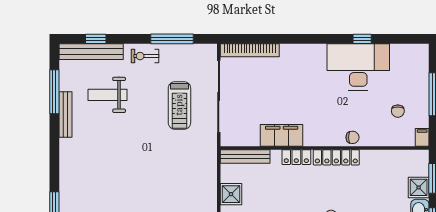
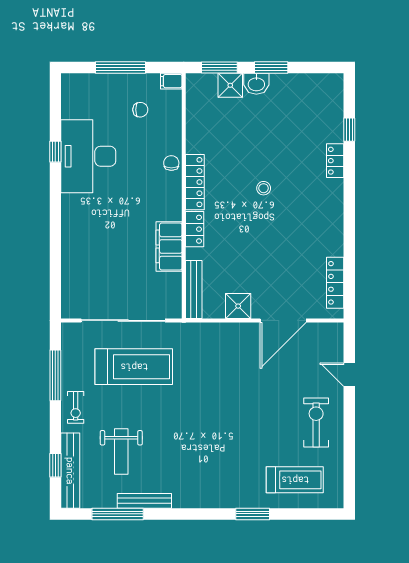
bookcase: (250, 50) -> (69, 284), removed
treadmill: (179, 105) -> (134, 367), width x1.37, depth x1.38

